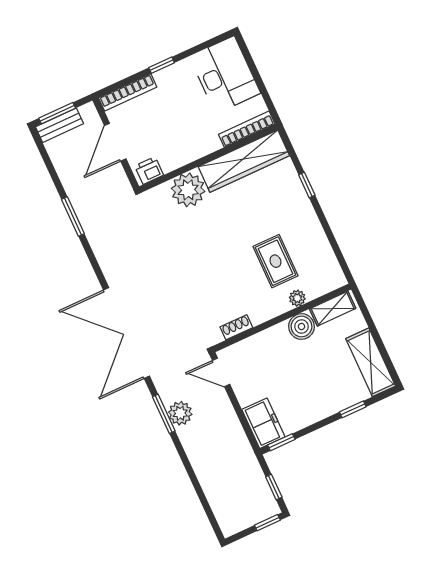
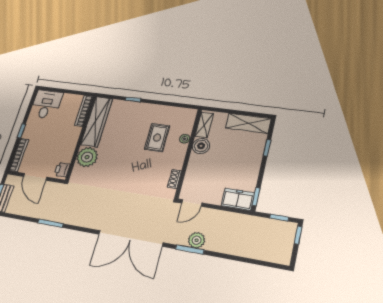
desk: (225, 75) -> (46, 104), width x0.73
rug: (275, 261) -> (157, 138), turned 90

